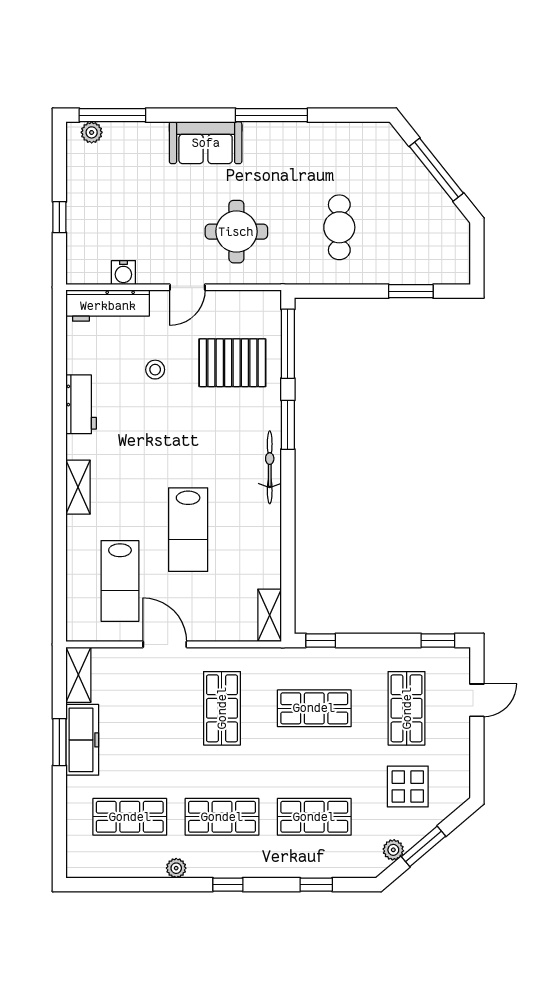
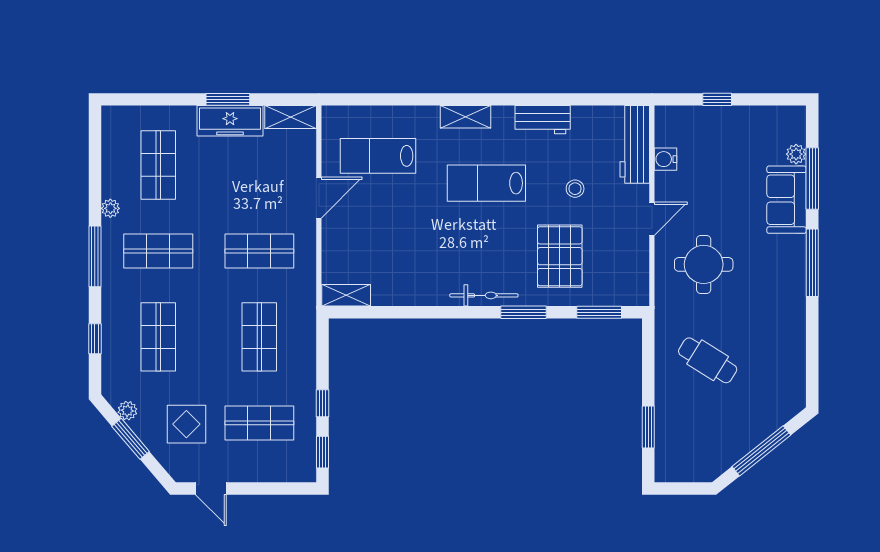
window: (112, 115) -> (812, 178), moved
window: (271, 115) -> (812, 263), moved
plant: (92, 132) -> (796, 154), moved
sofa: (206, 143) -> (786, 200), moved
cafe table: (339, 227) -> (708, 360), turned 32
door: (187, 287) -> (652, 219), swing flipped
window: (288, 344) -> (599, 312), width x0.69
pallet: (232, 363) -> (560, 256), moved
lab bench: (188, 530) -> (486, 183), moved
window: (321, 640) -> (323, 403), moved
door: (477, 700) -> (211, 489), moved
shop shelf: (222, 817) -> (158, 251), turned 90
window: (228, 885) -> (95, 256), width x2.17

